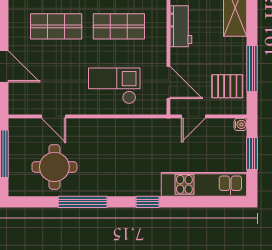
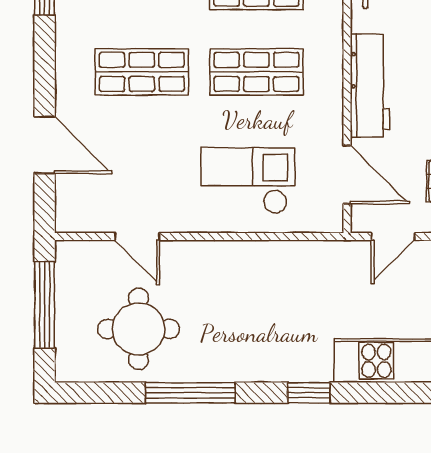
workbench: (181, 26) -> (370, 86), width x1.38

